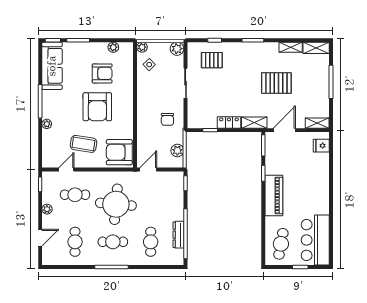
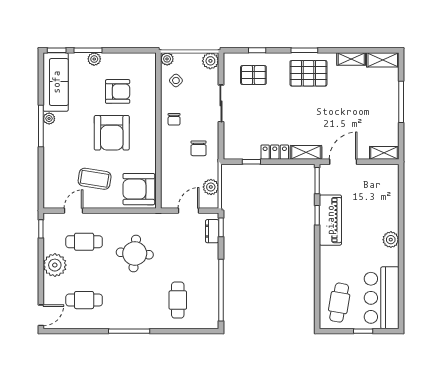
plant: (113, 47) -> (94, 59), moved
pallet: (276, 83) -> (308, 73), moved
chair: (148, 96) -> (174, 119), added
plant: (47, 124) -> (49, 119), moved
fridge: (321, 146) -> (389, 181), removed
door: (148, 170) -> (188, 211), moved
plant: (323, 193) -> (391, 240), added
piano: (274, 196) -> (330, 220), moved
round table: (116, 204) -> (135, 253), width x0.73, depth x0.73
plant: (47, 209) -> (55, 265), width x1.87, depth x1.87
dresser: (178, 235) -> (212, 231), moved, width x0.70
door: (40, 238) -> (41, 315), moved
cafe table: (75, 242) -> (84, 300), turned 90
cafe table: (113, 242) -> (131, 300), removed

